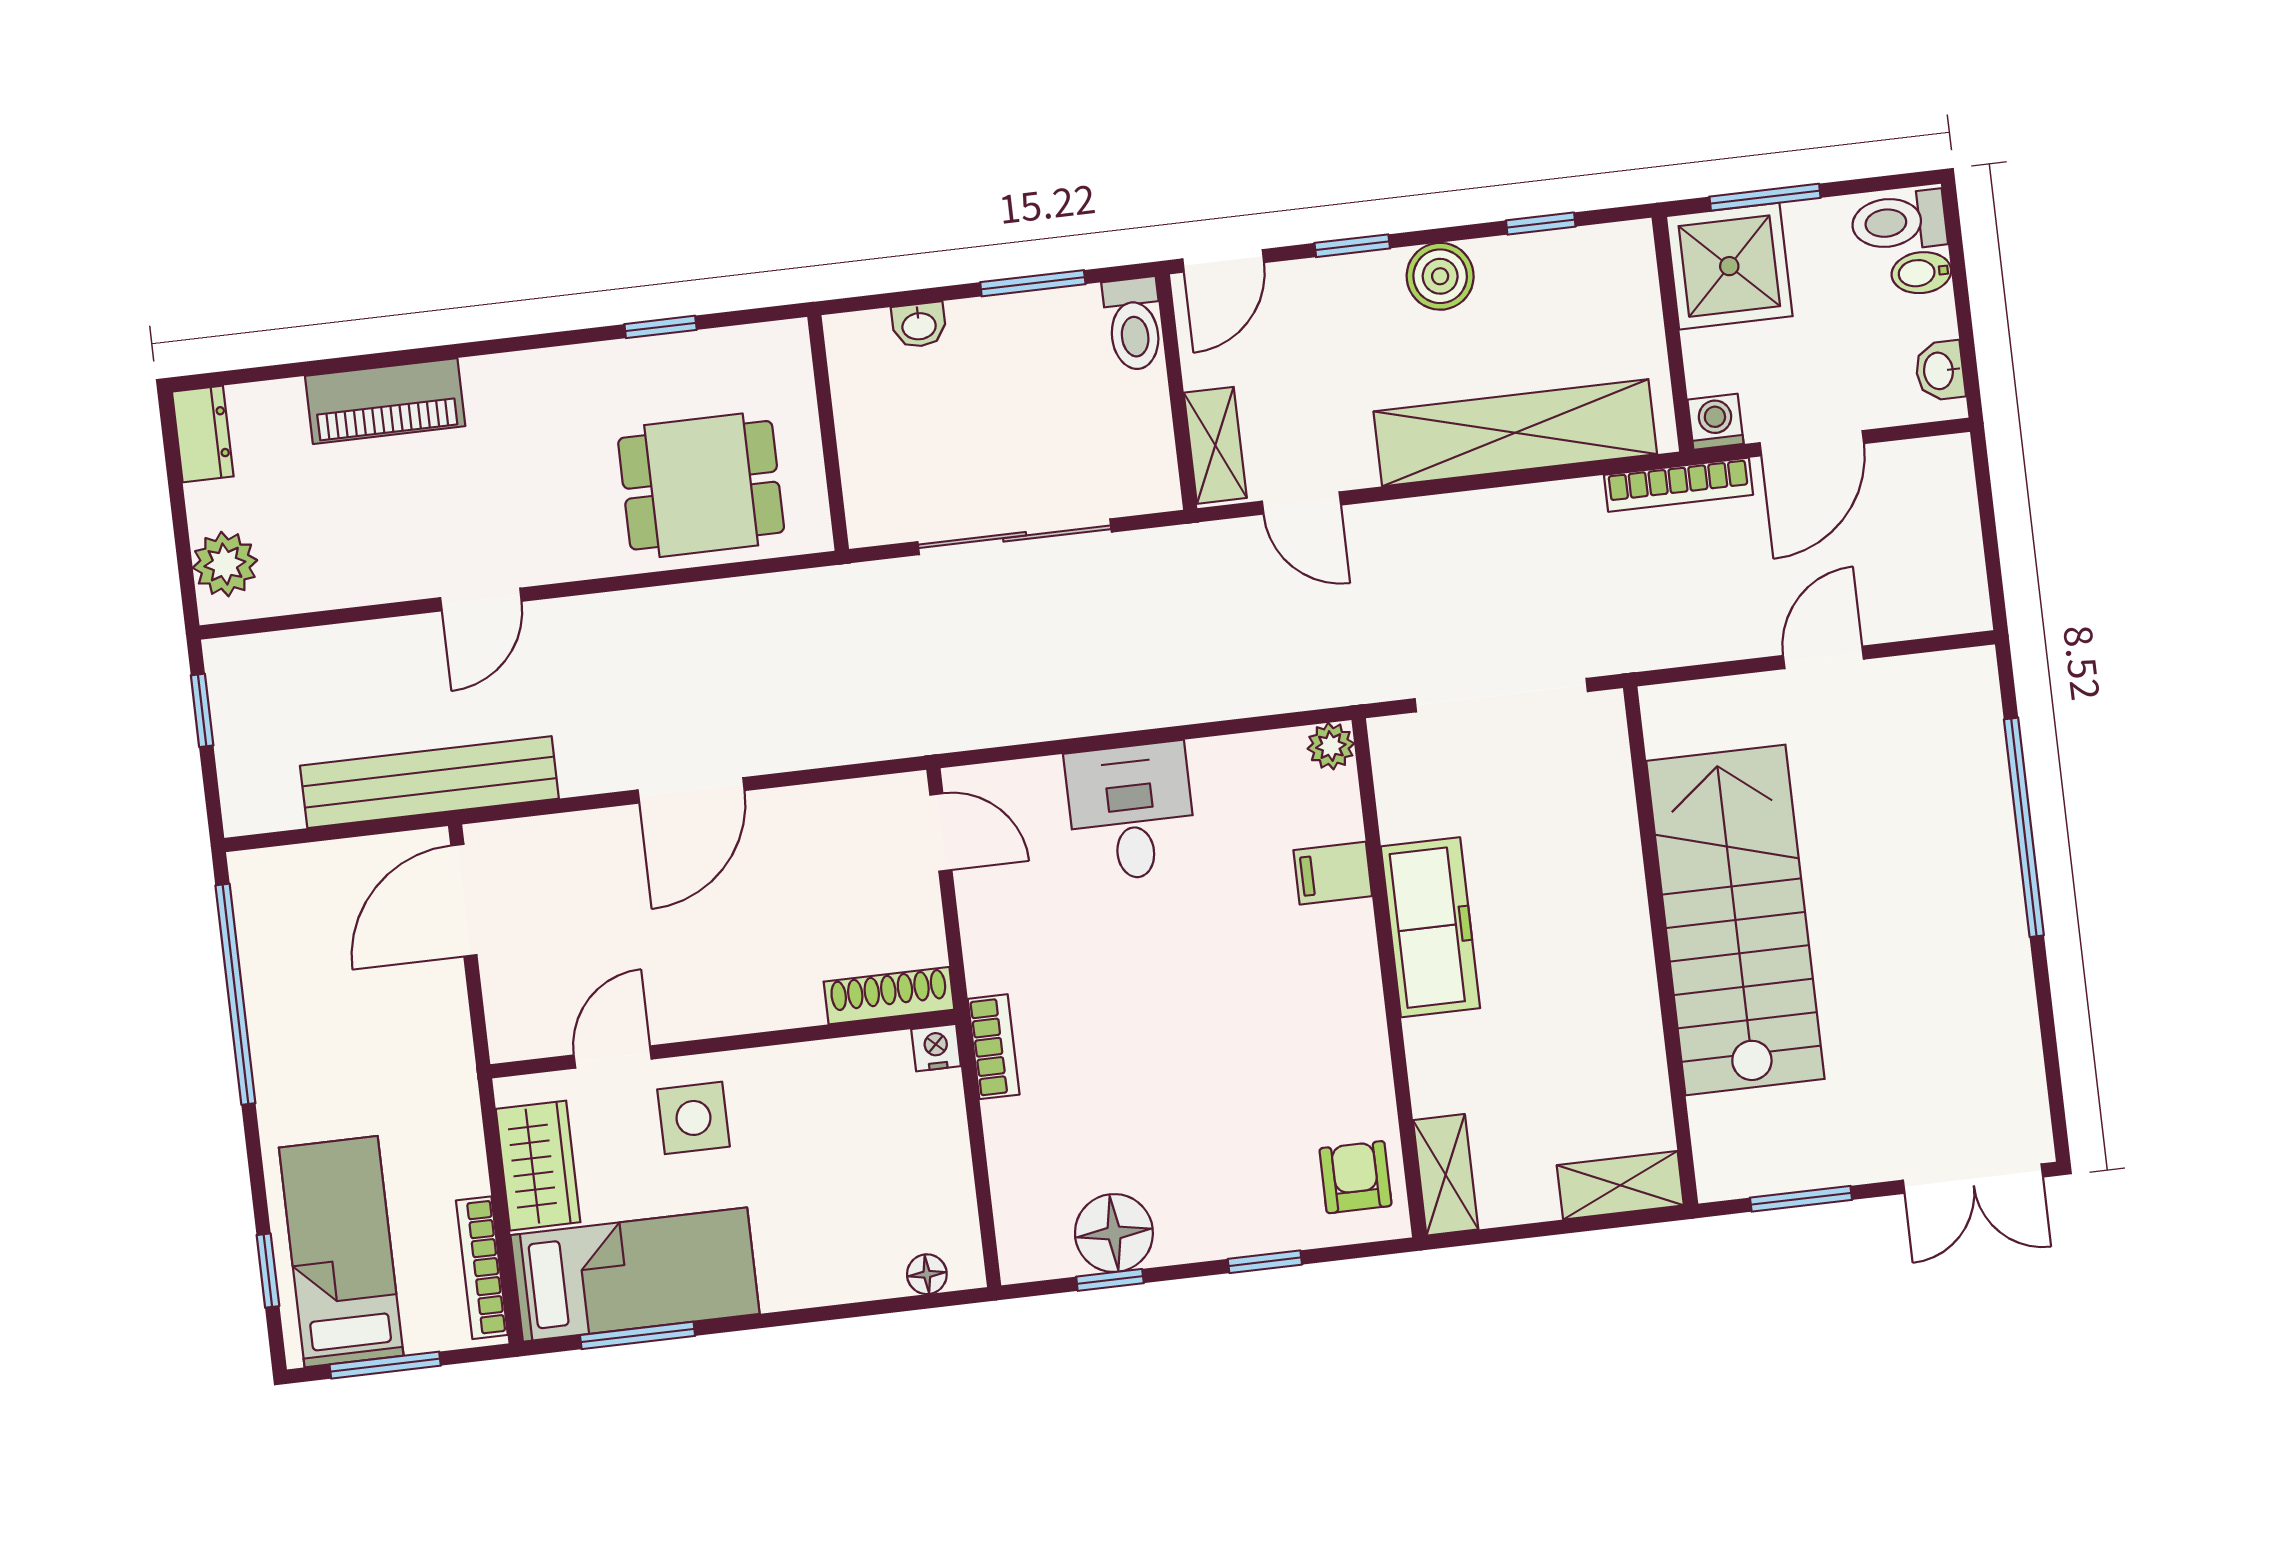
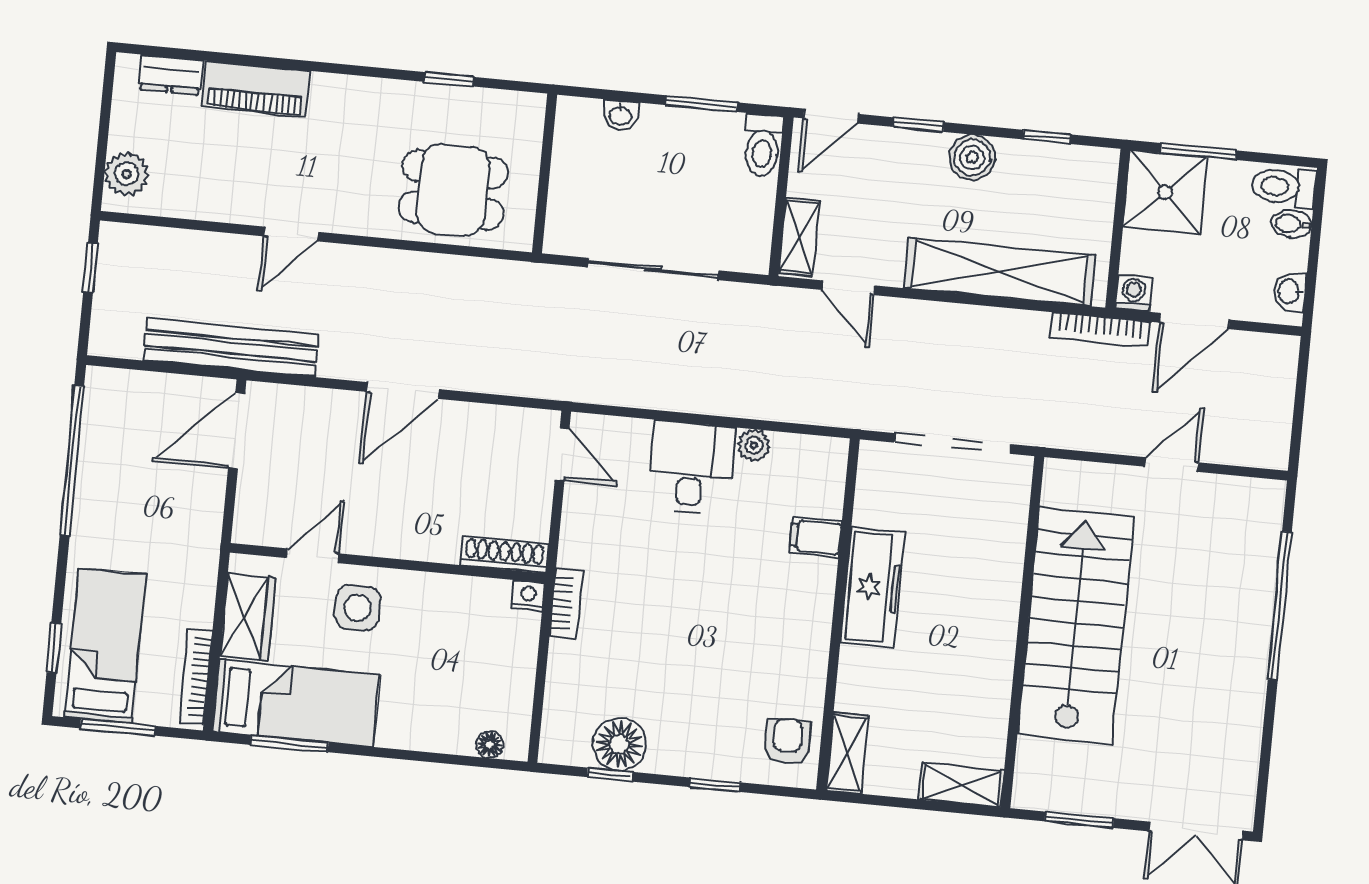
dresser: (203, 434) -> (171, 75), moved, turned 90
plant: (1331, 746) -> (754, 445), moved

